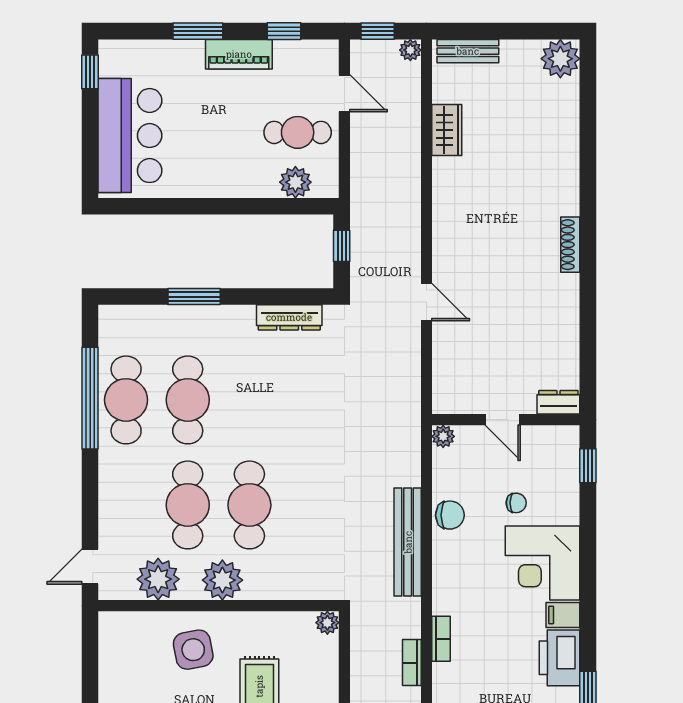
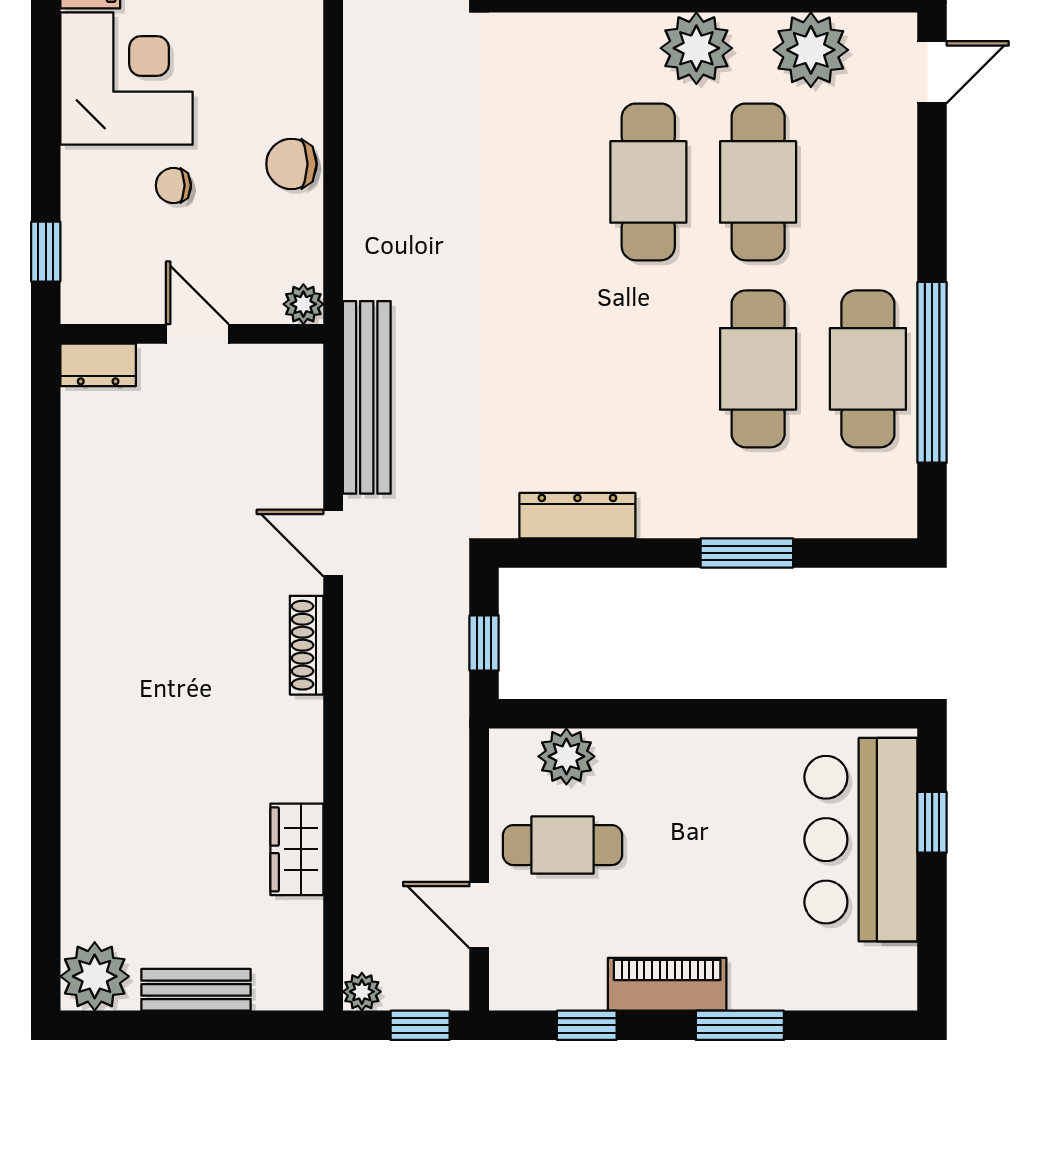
bench: (468, 51) -> (196, 990), moved
window: (90, 72) -> (932, 822), moved
shoe rack: (570, 245) -> (307, 645), moved, turned 180
bench: (408, 542) -> (367, 397), moved

